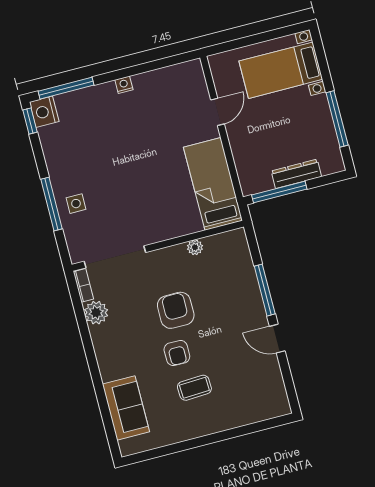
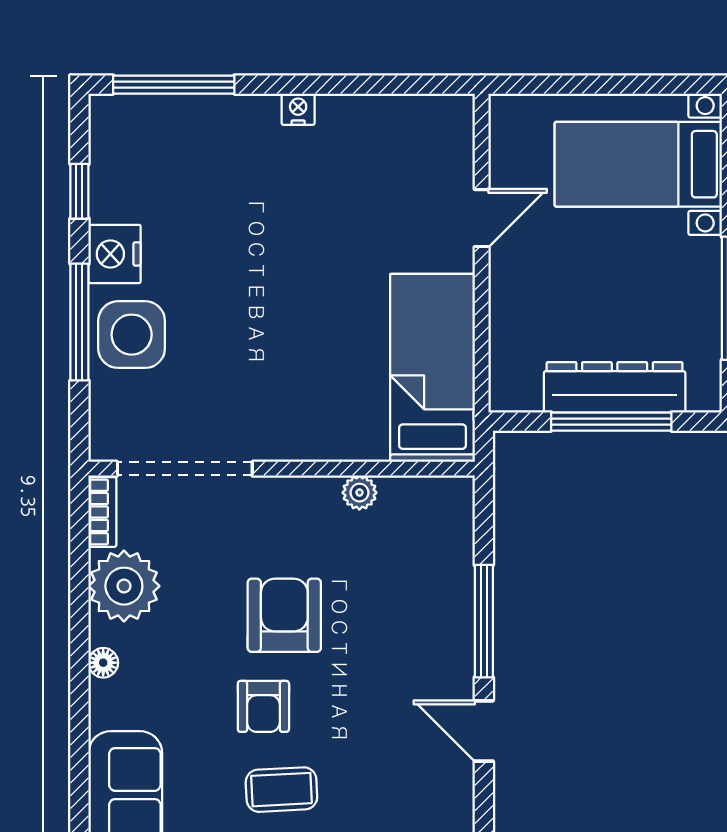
nightstand: (44, 112) -> (115, 254), moved
window: (30, 121) -> (79, 191), moved
dresser: (296, 174) -> (615, 387), width x1.37, depth x1.24
window: (279, 192) -> (611, 422), moved
side table: (76, 204) -> (132, 335), width x1.87, depth x1.87
plant: (96, 313) -> (124, 586), width x1.36, depth x1.36
floor lamp: (101, 352) -> (103, 663), added

